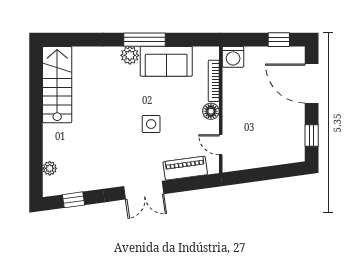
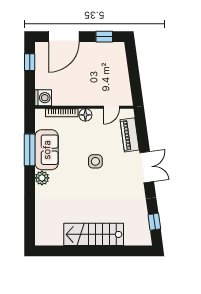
window: (145, 40) -> (30, 150), moved
stairs: (57, 85) -> (94, 234), moved
plant: (50, 168) -> (130, 240), removed

